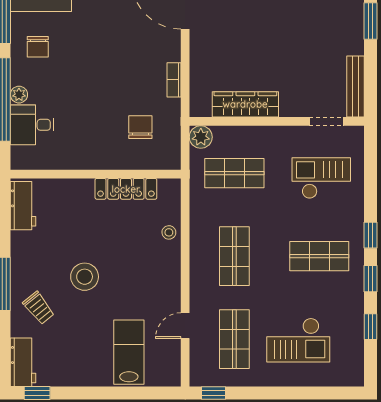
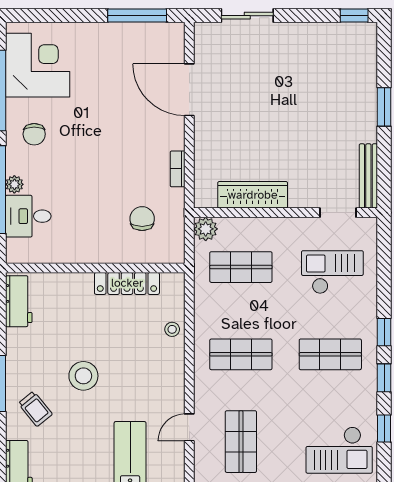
shop shelf: (234, 256) -> (241, 354), turned 90
checkout: (298, 340) -> (339, 450), moved

